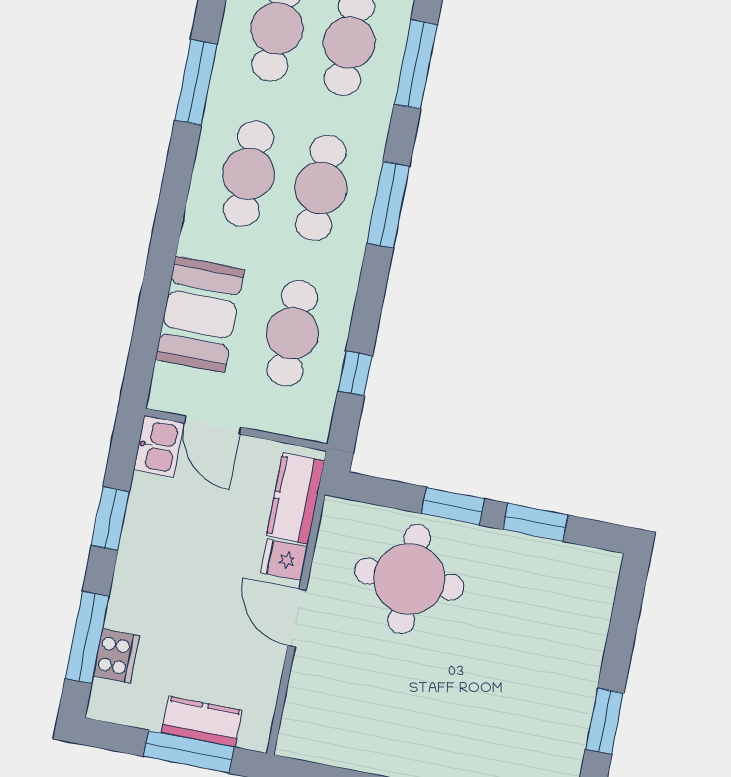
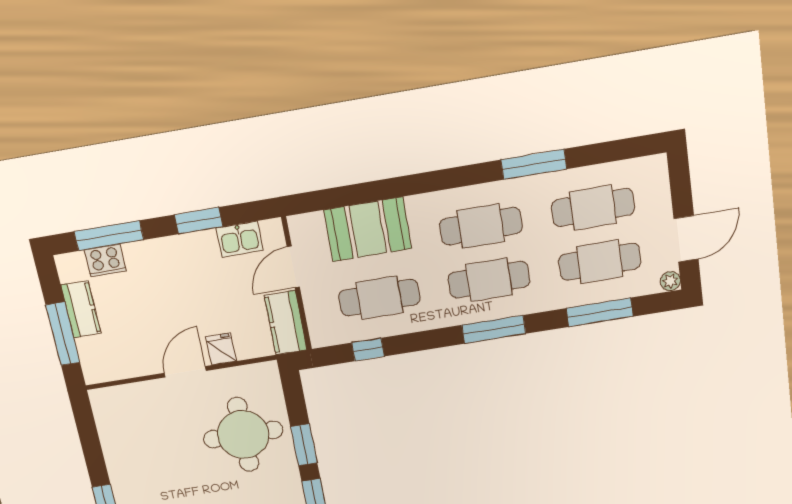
kitchen sink: (159, 446) -> (240, 239), moved
kitchen counter: (295, 498) -> (286, 323), moved, turned -90
kitchen counter: (202, 722) -> (81, 309), moved

